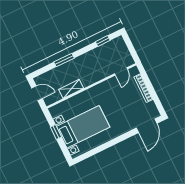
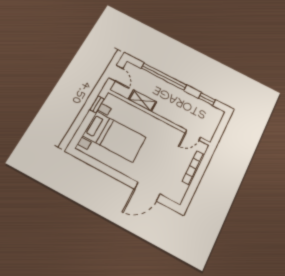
window: (64, 60) -> (164, 77), width x2.11
door: (147, 126) -> (147, 192), moved
window: (56, 132) -> (97, 104), moved

